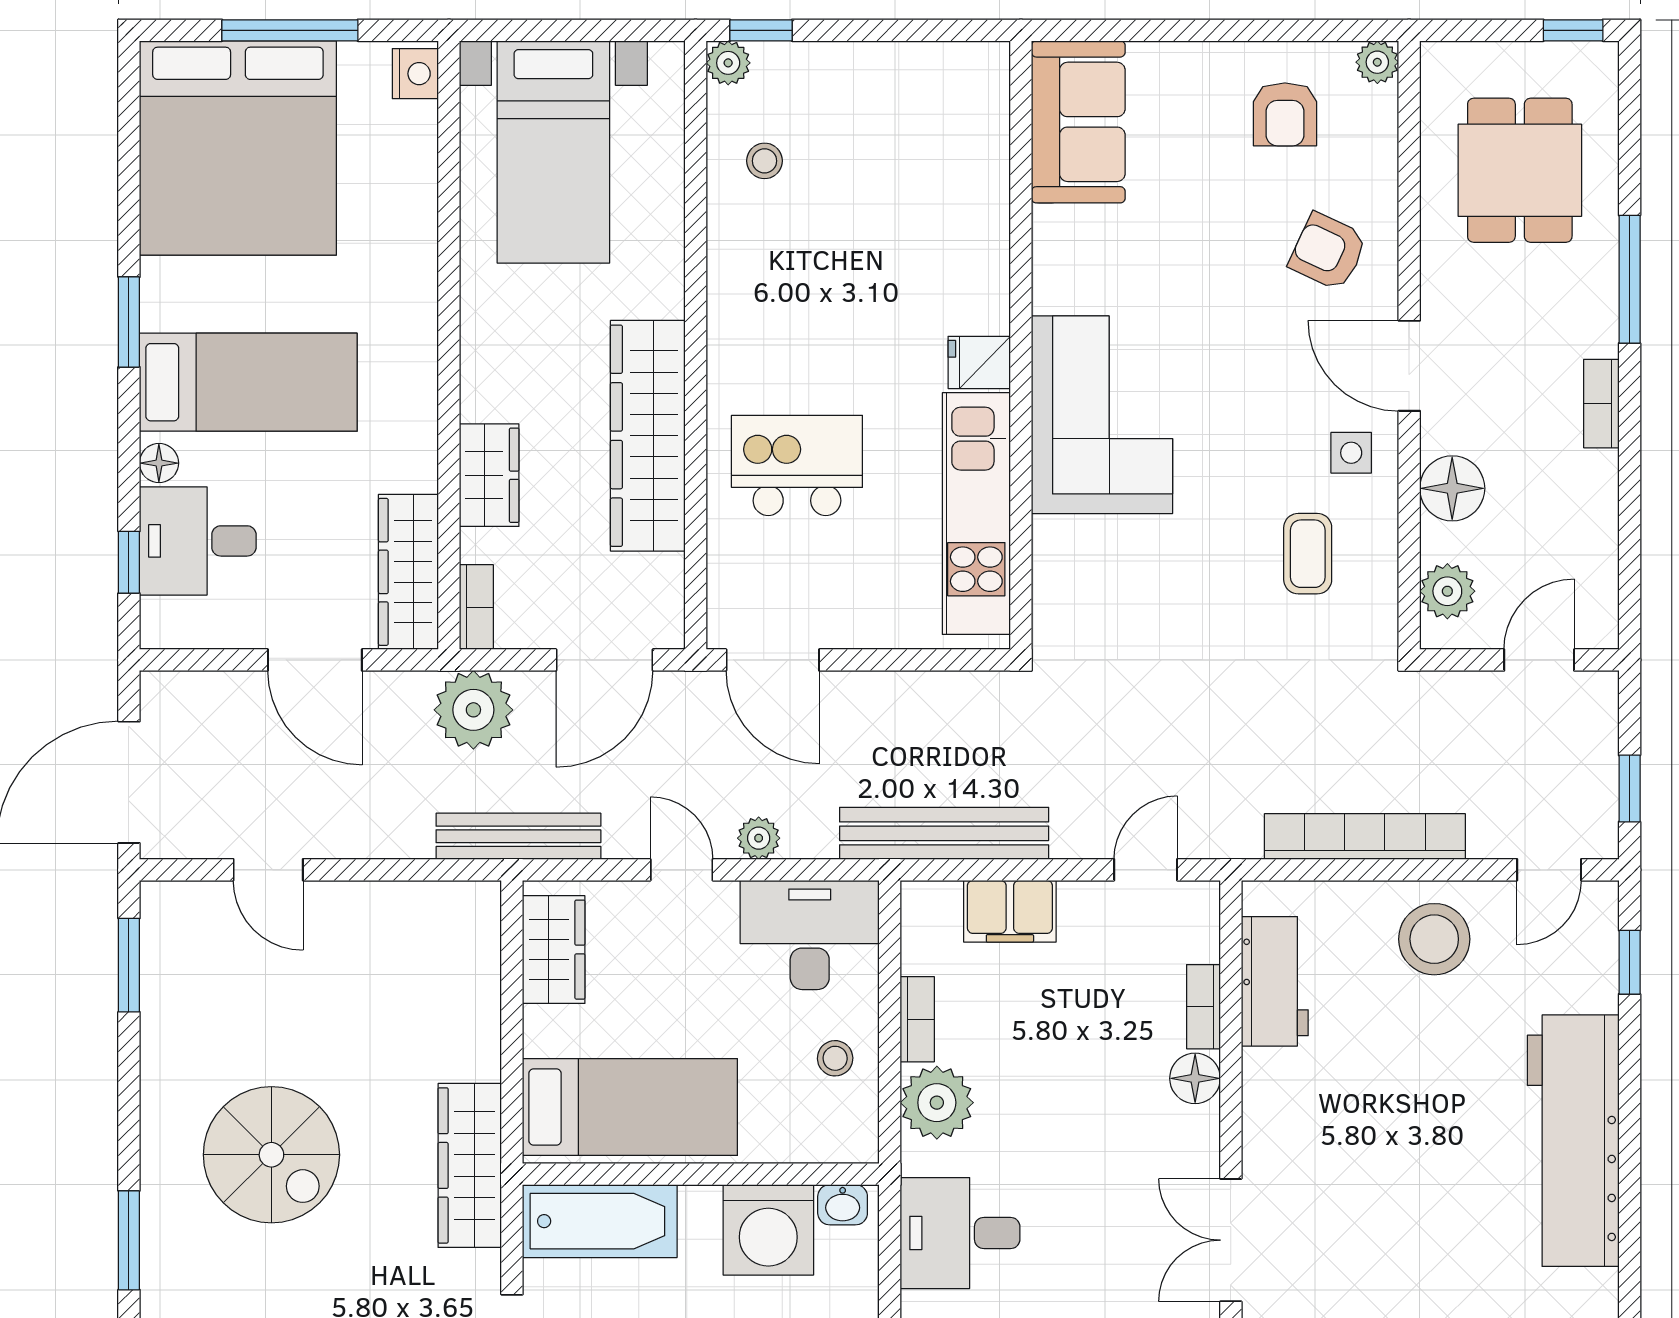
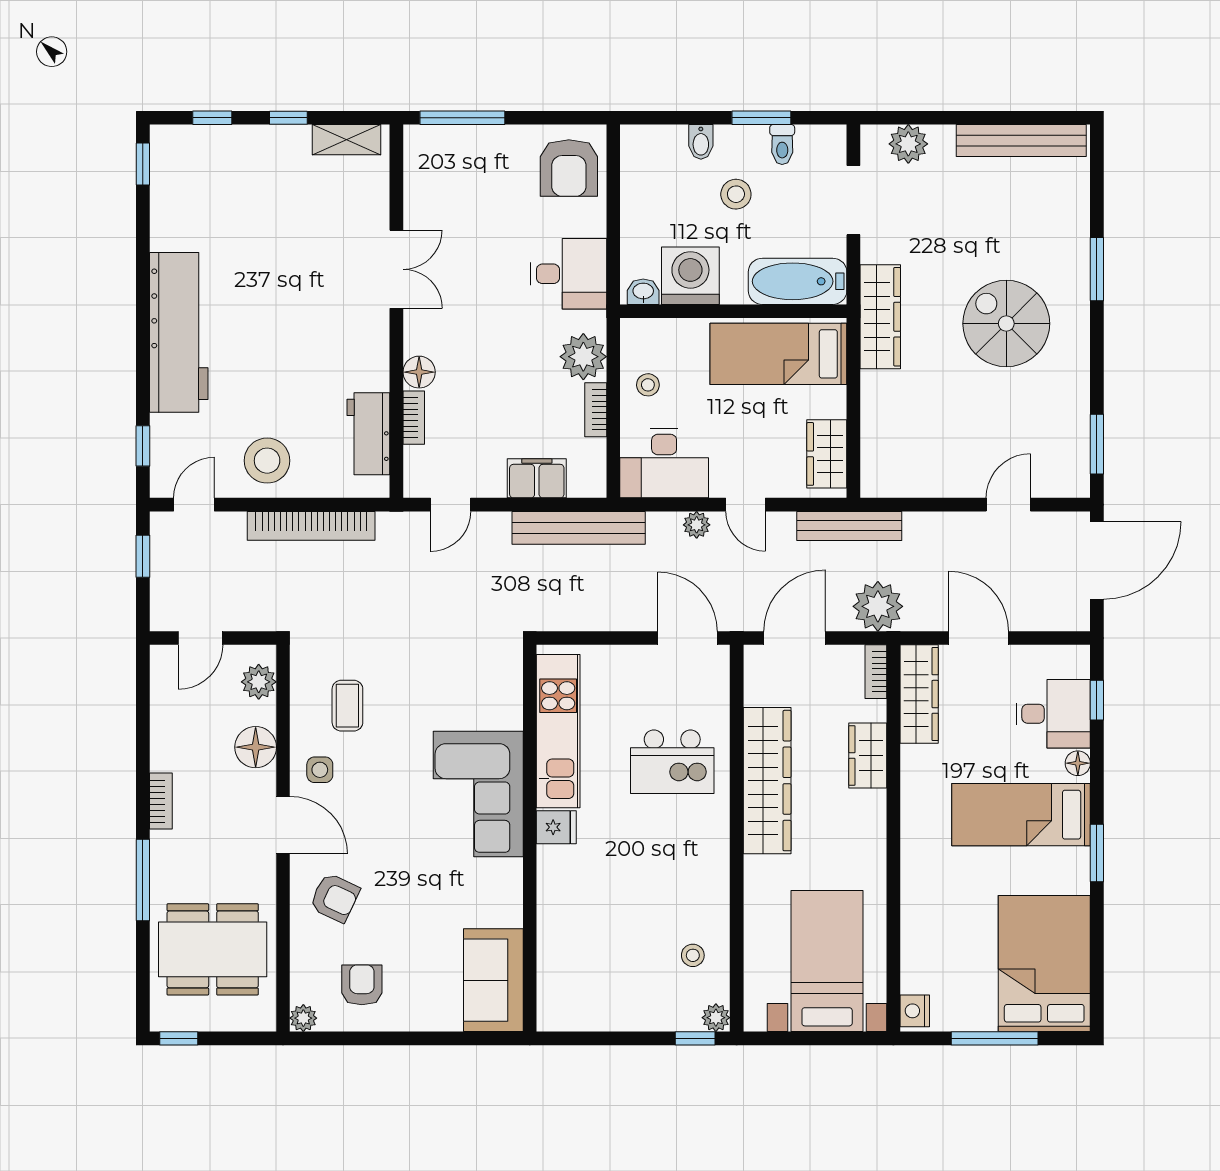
bed: (238, 148) -> (1044, 964), width x0.73
dining table: (1520, 170) -> (213, 949), width x1.38
door: (268, 870) -> (1008, 505), hinge flipped

